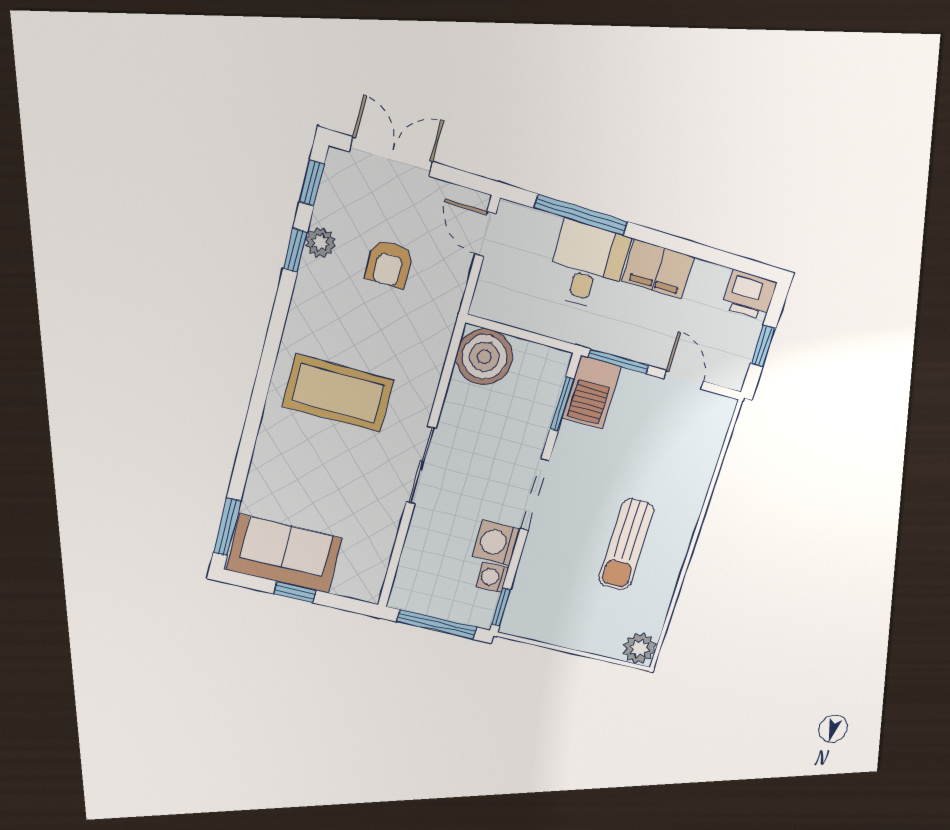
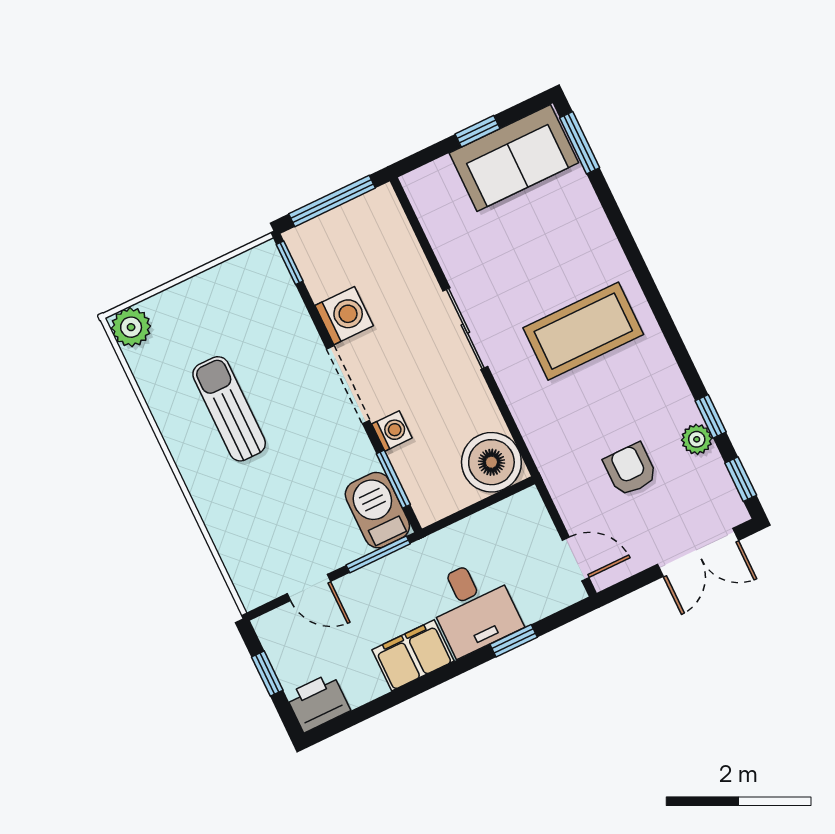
window: (581, 215) -> (514, 641), width x0.46
washing machine: (492, 577) -> (392, 431), moved

